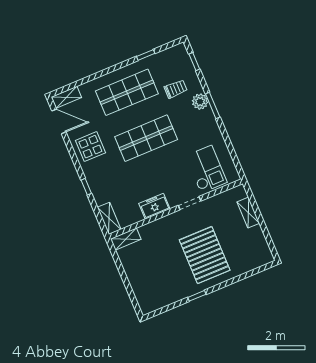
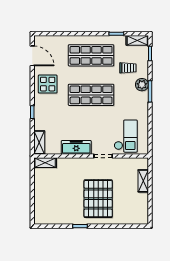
shelving: (66, 97) -> (137, 40), moved
freezer: (154, 206) -> (76, 147), width x1.40

